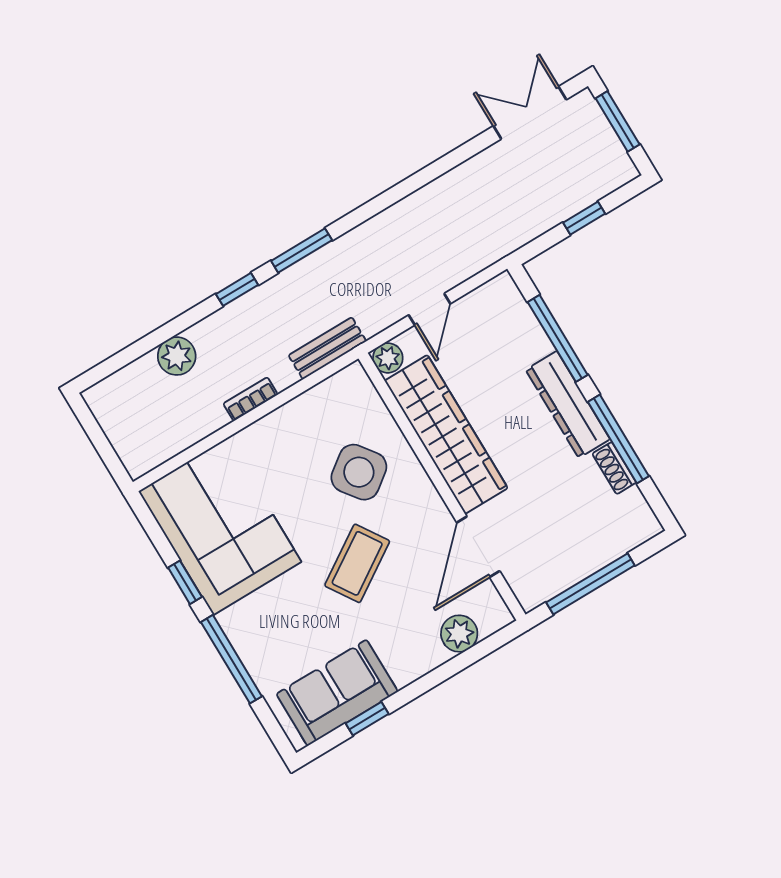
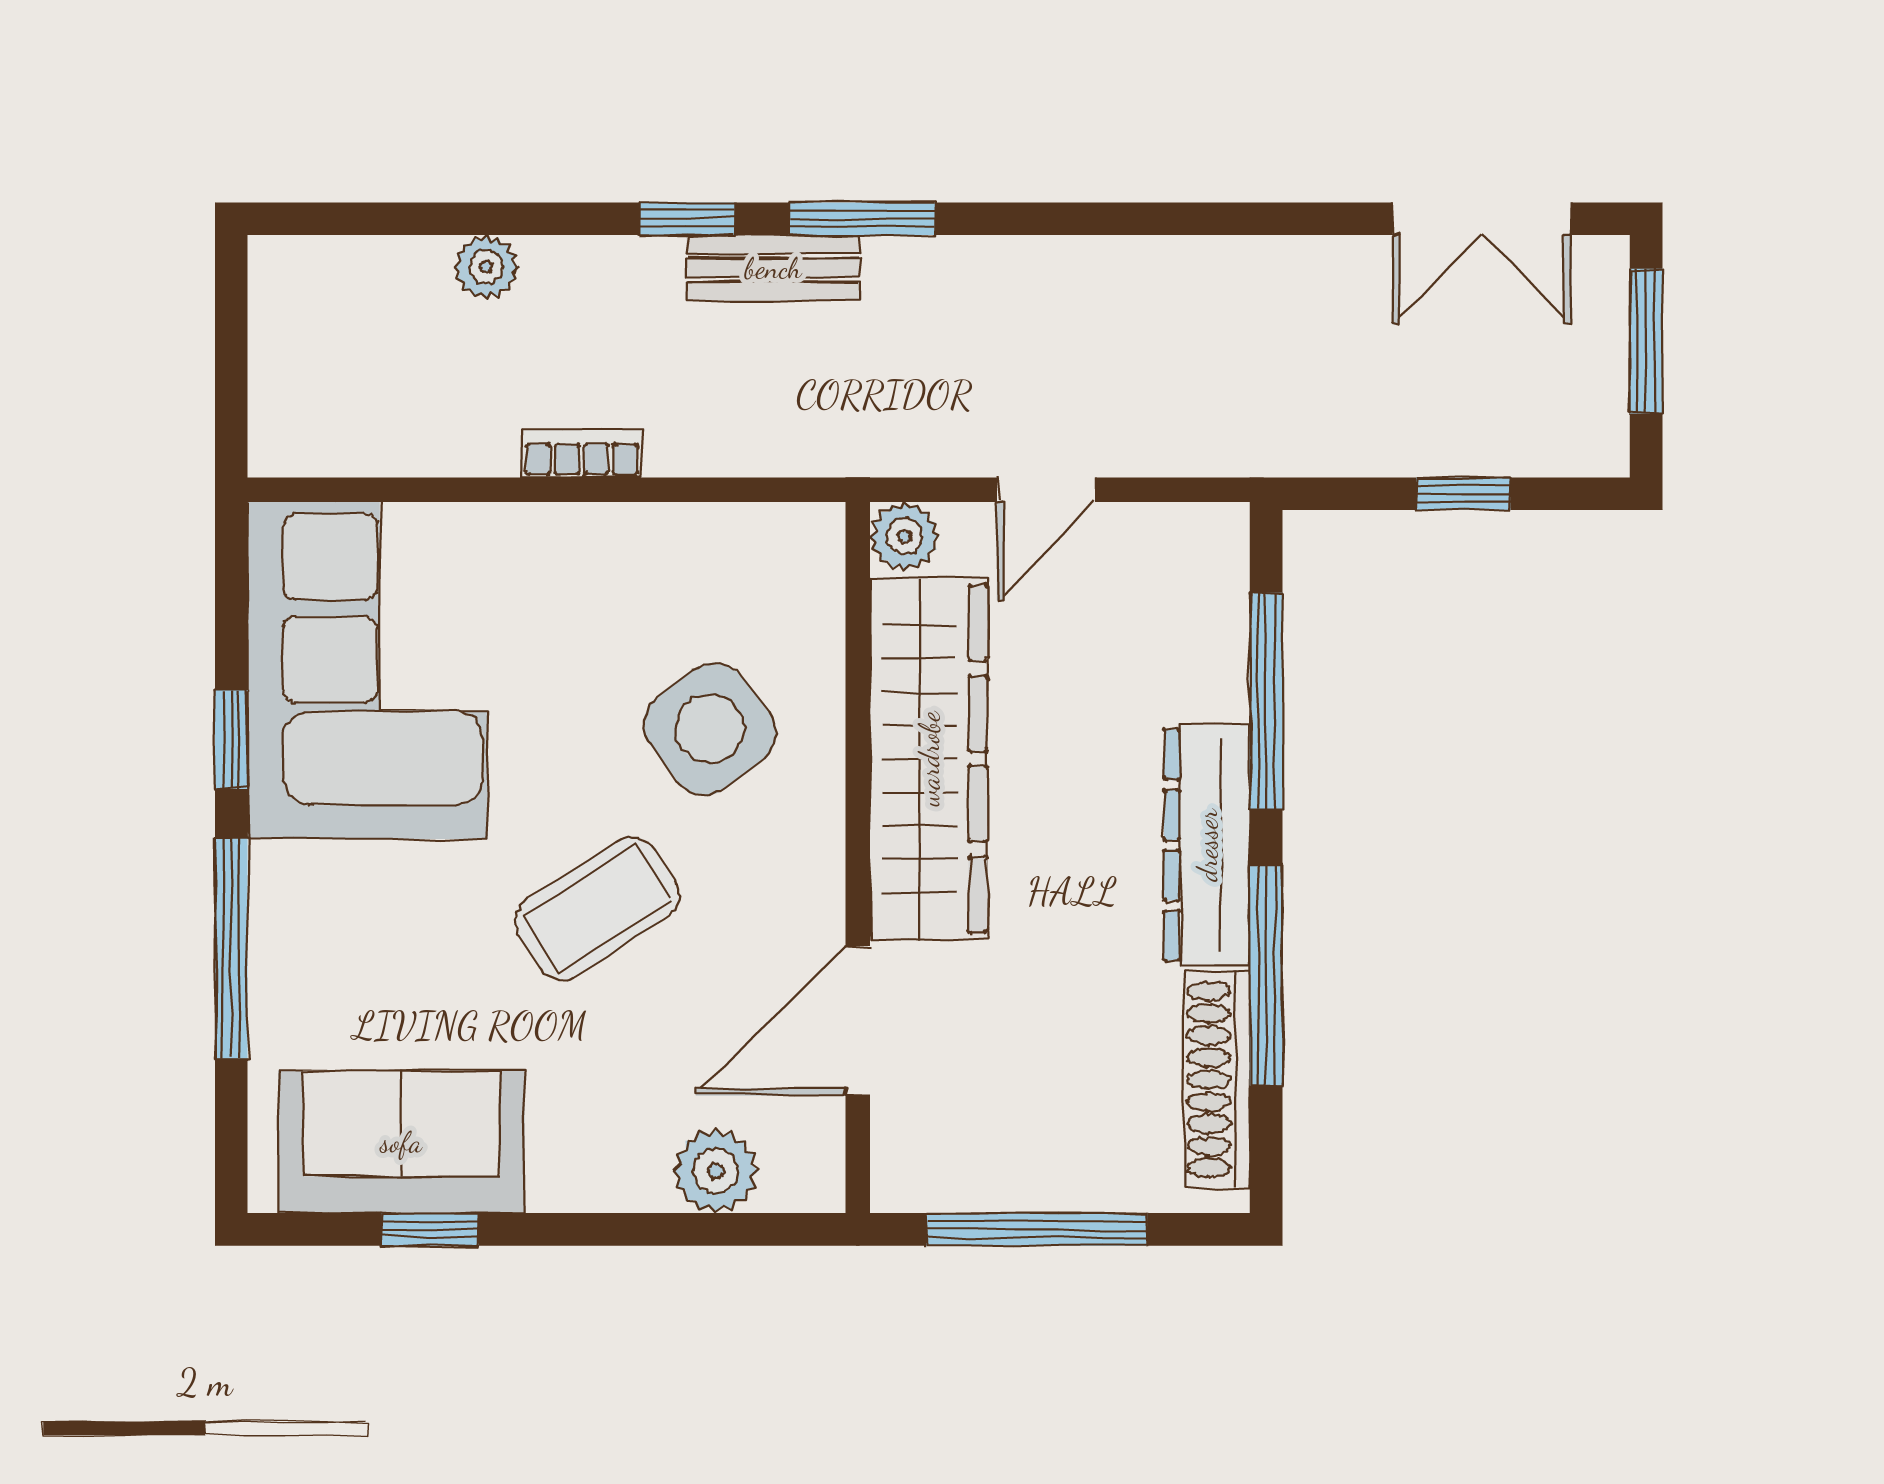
double door: (530, 113) -> (1482, 219), swing flipped
bench: (327, 348) -> (773, 268), moved
plant: (177, 356) -> (486, 267), width x0.73, depth x0.73
shoe rack: (614, 468) -> (1217, 1080), width x1.94, depth x1.24

